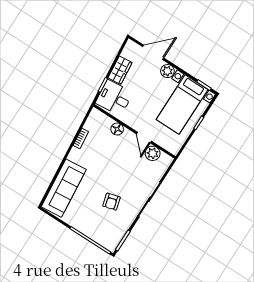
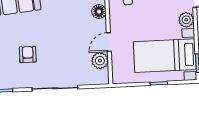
armchair: (111, 202) -> (28, 54), turned 105

